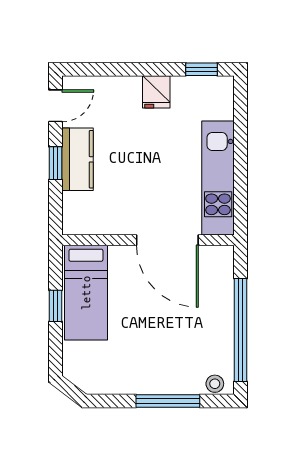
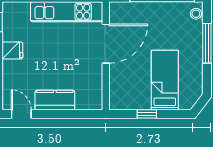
window: (56, 163) -> (57, 114), removed
bed: (86, 293) -> (165, 80), moved, turned -90

